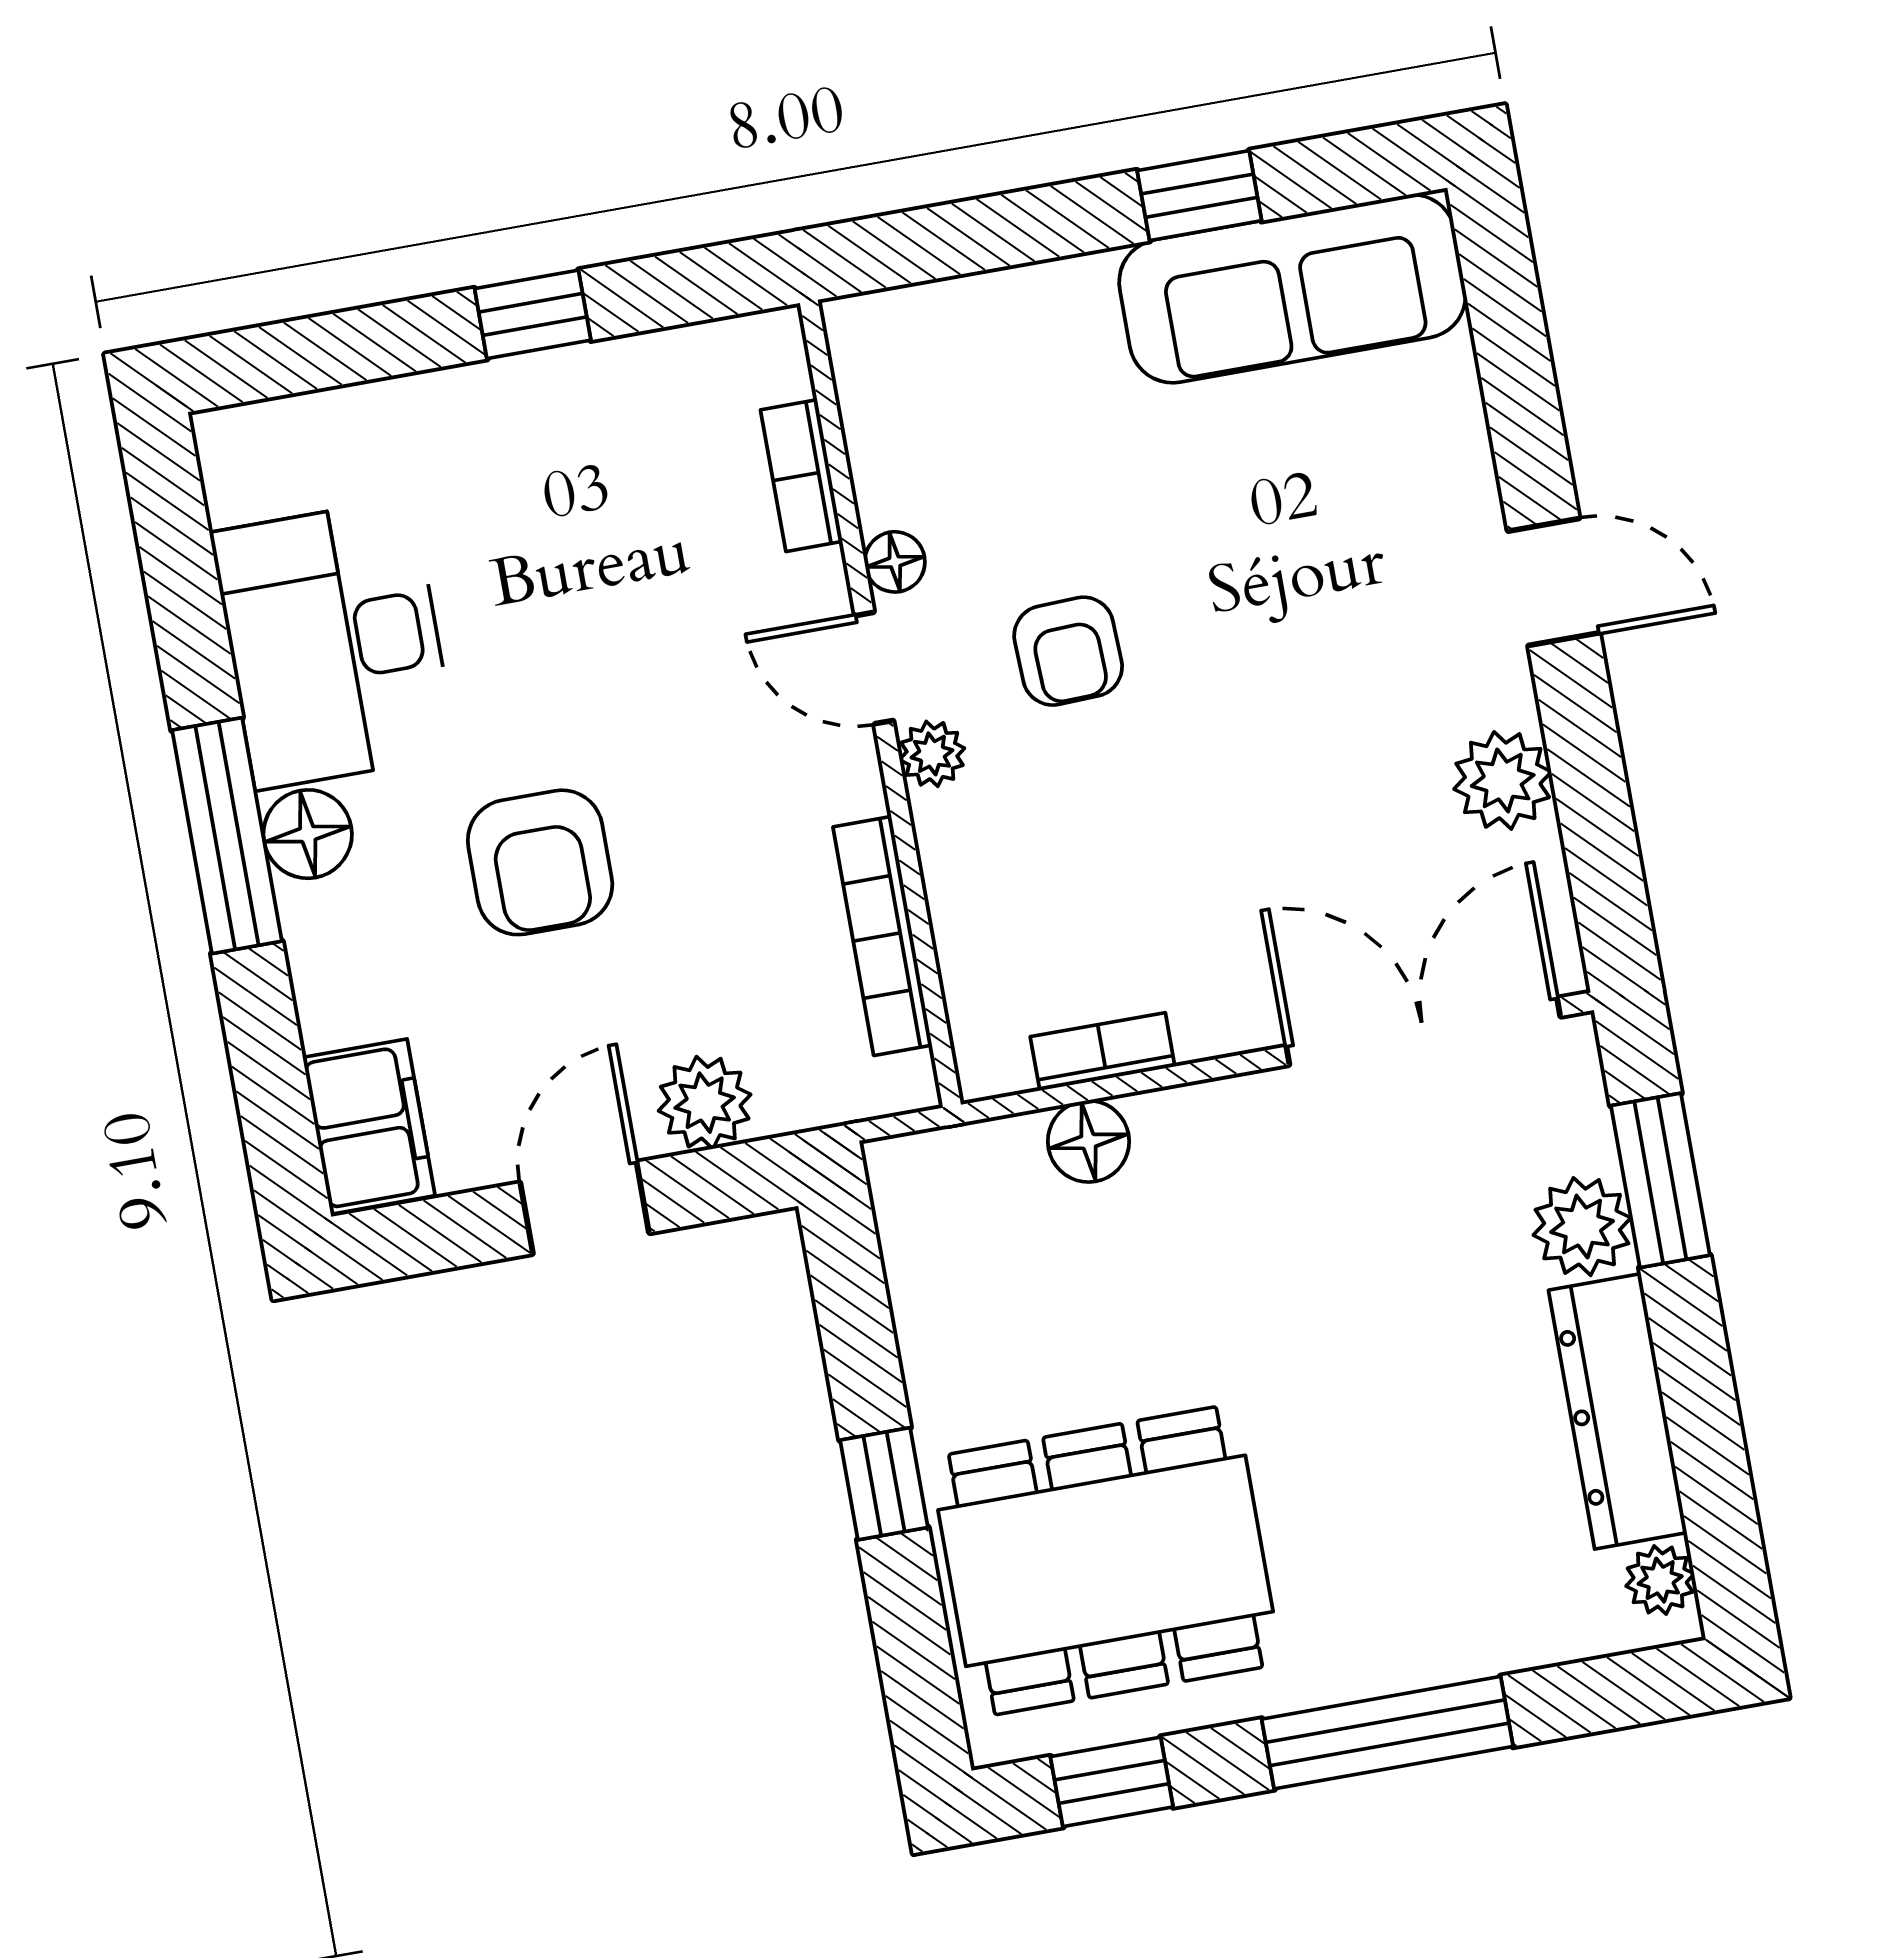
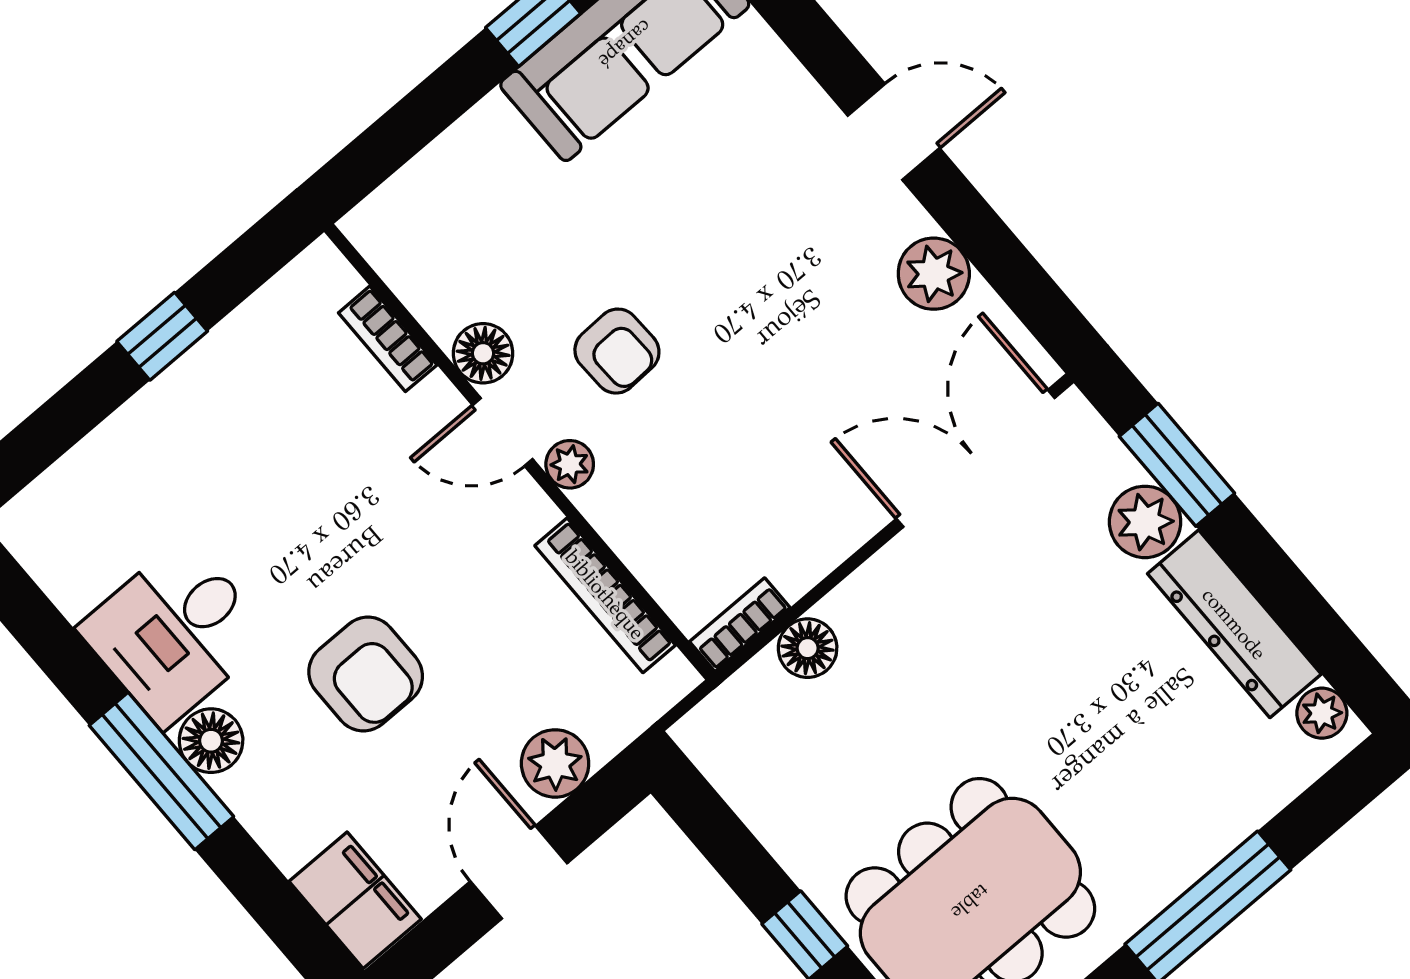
floor lamp: (895, 562) -> (483, 353), width x1.37, depth x1.37
desk: (334, 644) -> (175, 633), width x0.73
bookcase: (1103, 1052) -> (740, 625), moved

